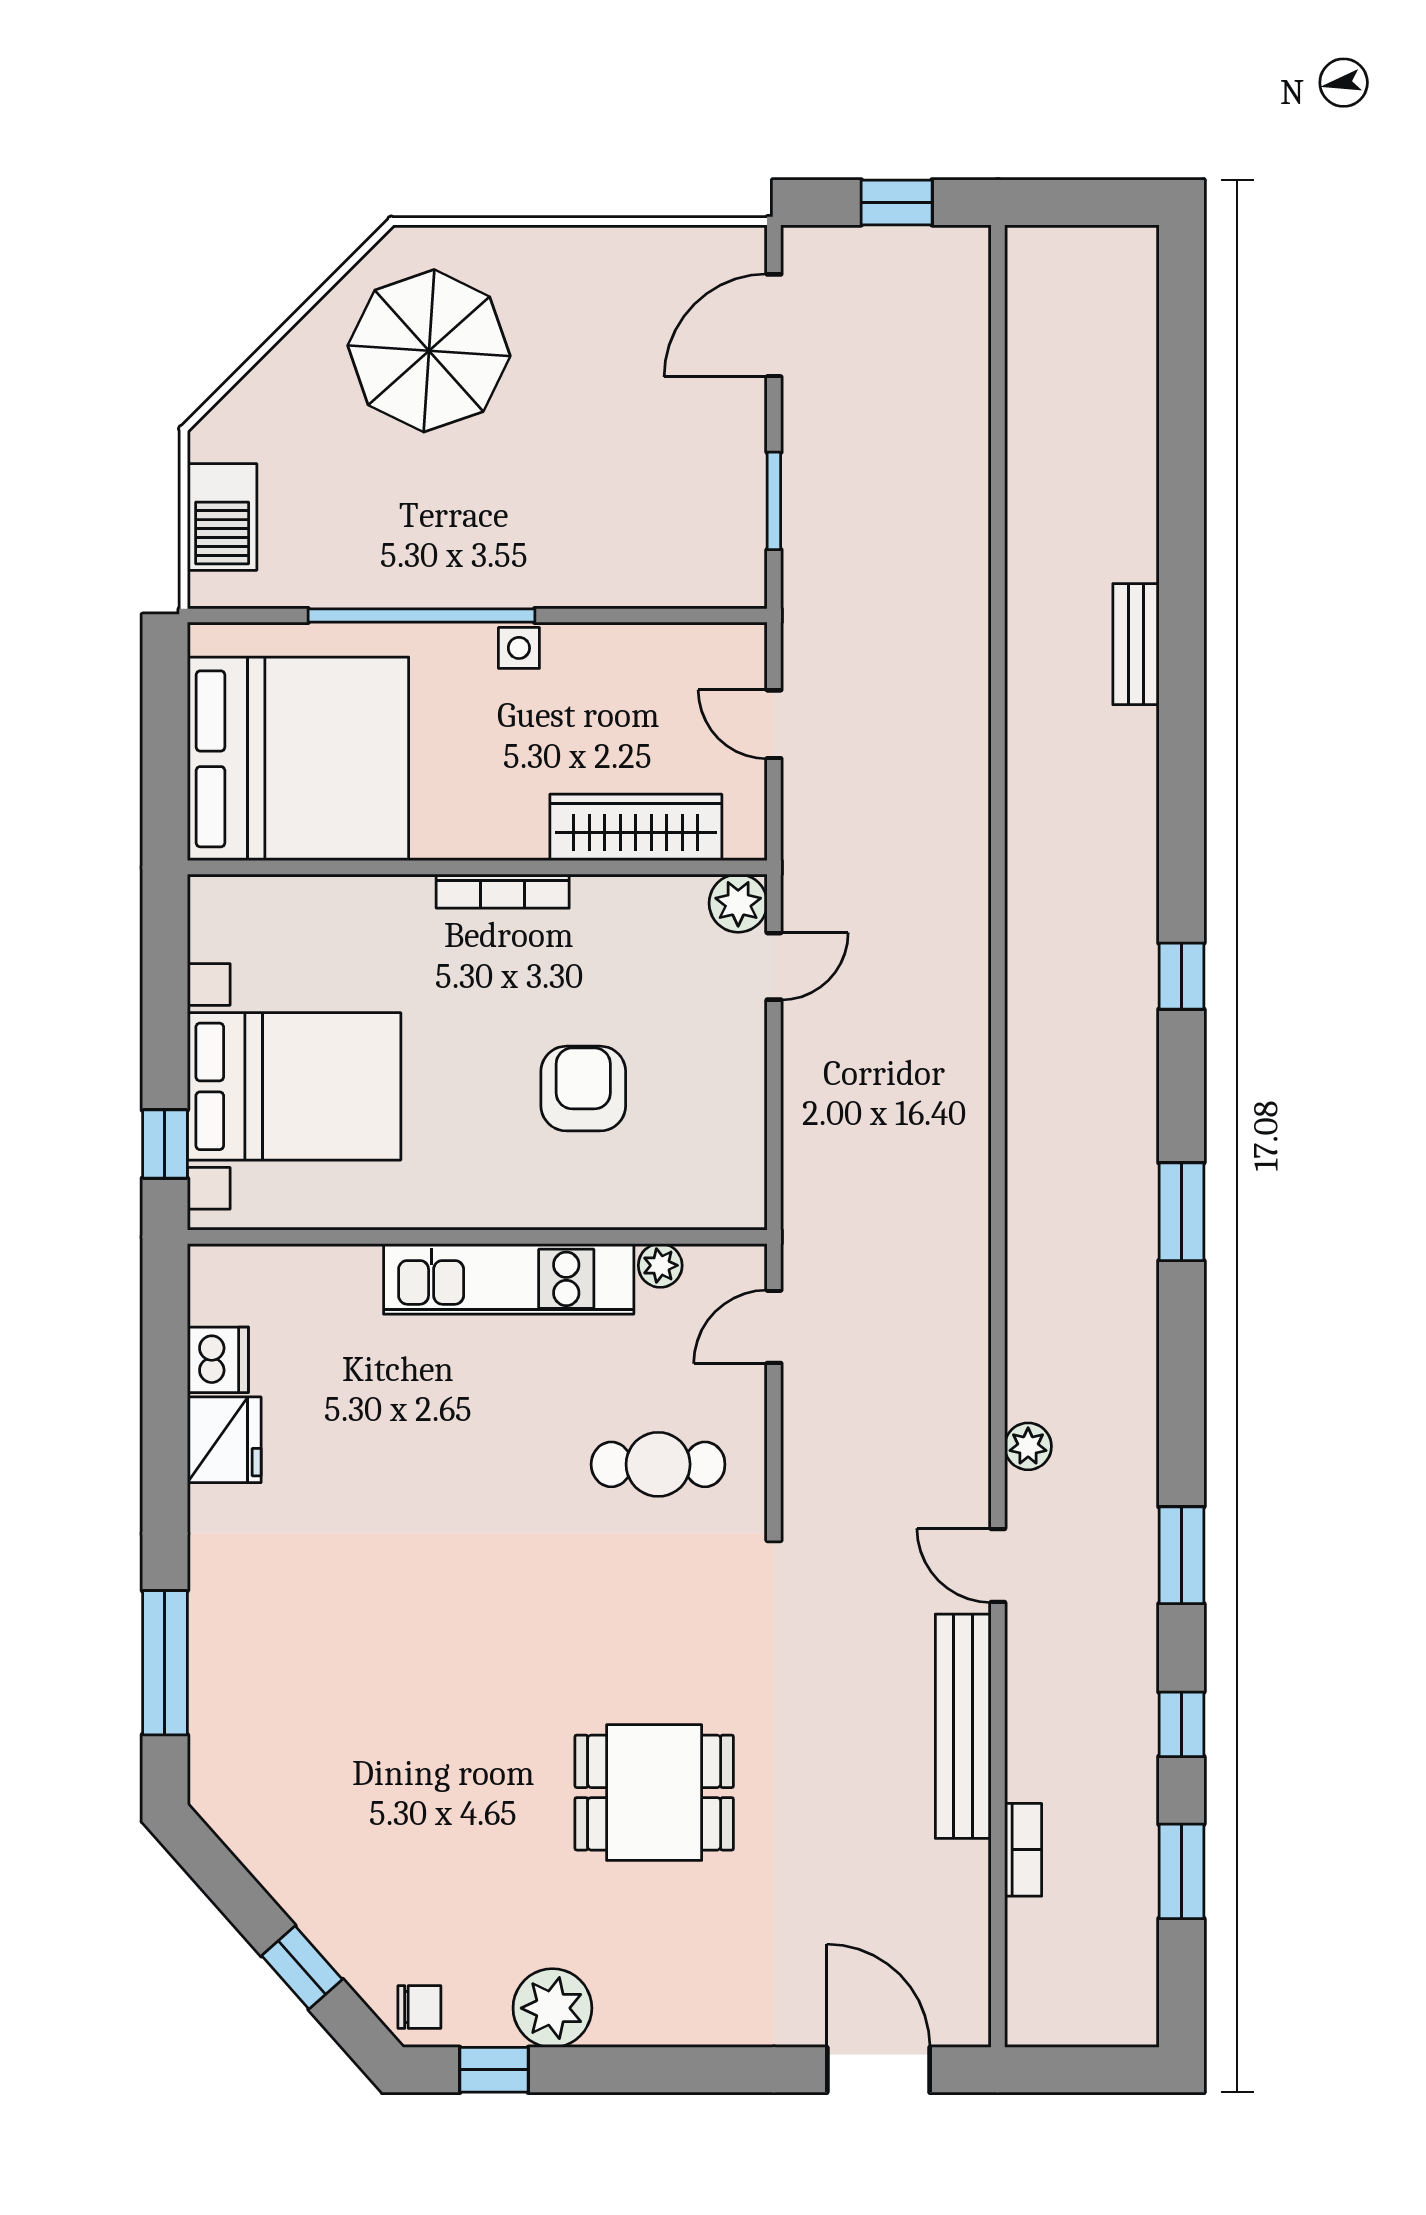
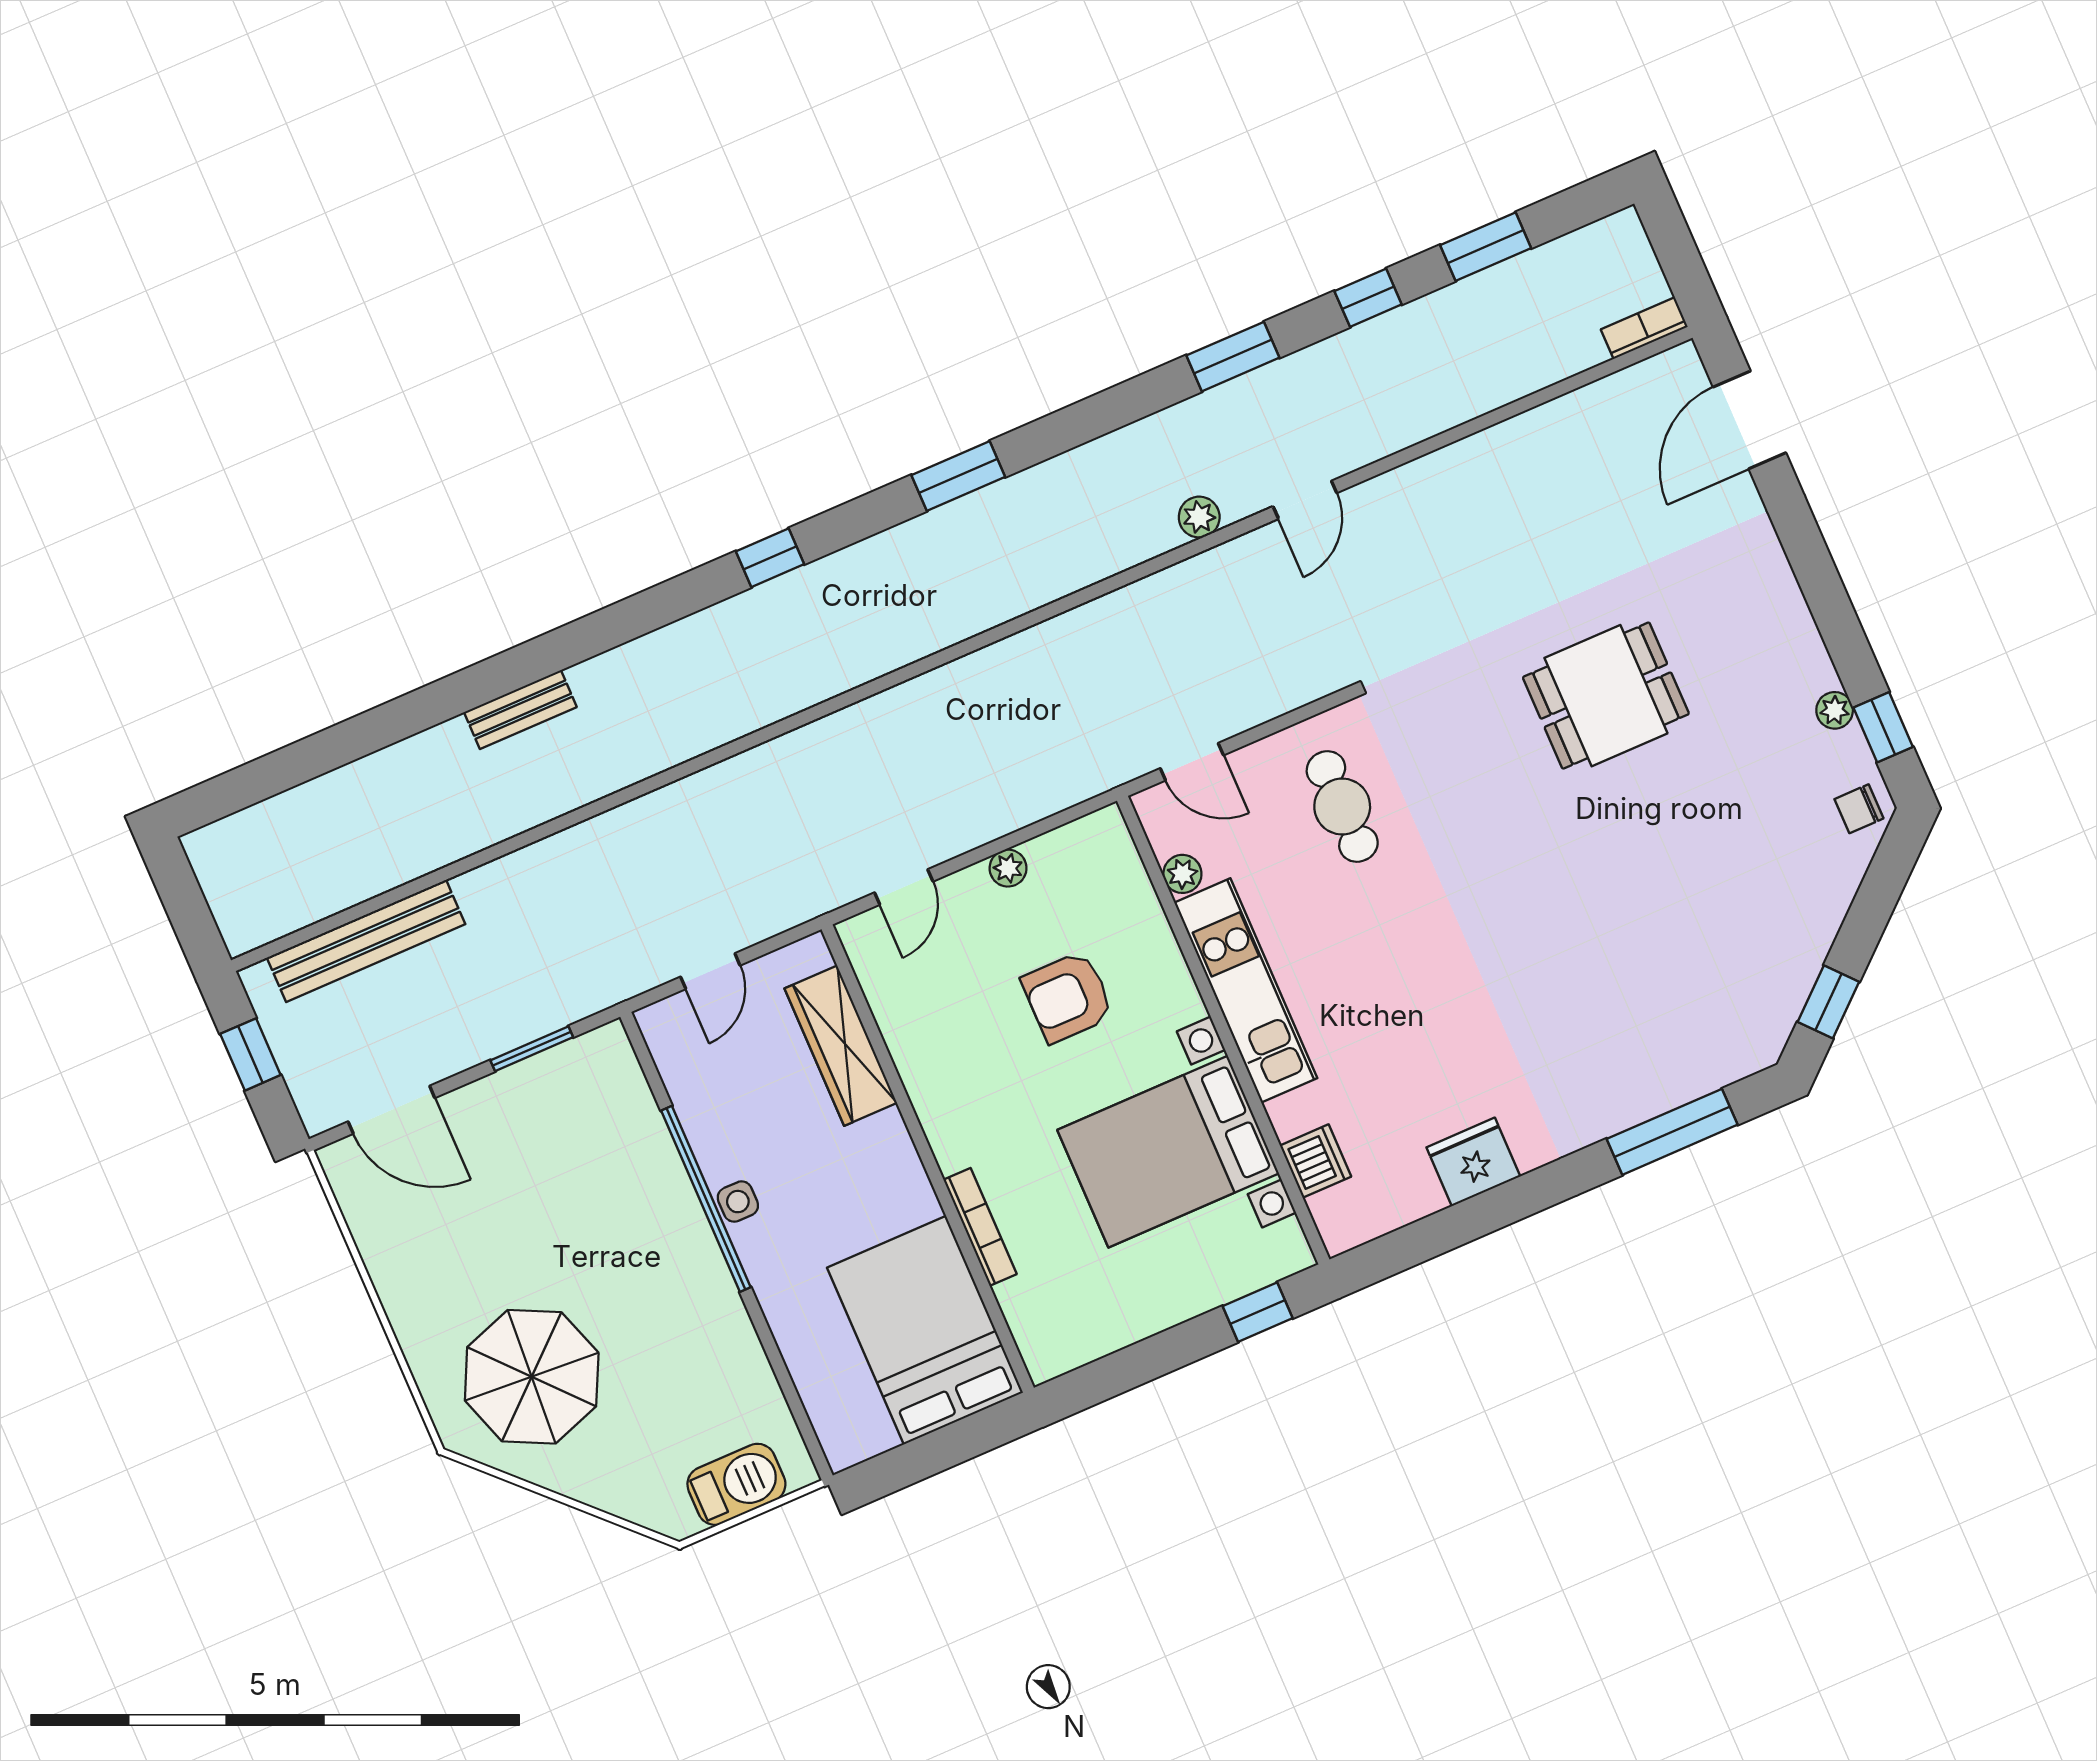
window: (421, 616) -> (706, 1199), moved
bed: (298, 759) -> (925, 1330), width x0.73
bookcase: (503, 891) -> (980, 1227), moved
plant: (738, 903) -> (1008, 868), moved, width x0.73, depth x0.73
door: (774, 966) -> (904, 887), swing flipped
bed with nightstands: (294, 1086) -> (1168, 1152), moved, turned -90
dishwasher: (218, 1360) -> (1316, 1161), moved, turned 90
bench: (963, 1726) -> (366, 941), moved
dining table: (654, 1793) -> (1606, 696), turned 90
bookcase: (1023, 1850) -> (1644, 328), moved
window: (302, 1968) -> (1828, 1002), moved
chair: (419, 2007) -> (1859, 809), turned -90
plant: (552, 2008) -> (1835, 710), width x0.53, depth x0.53

